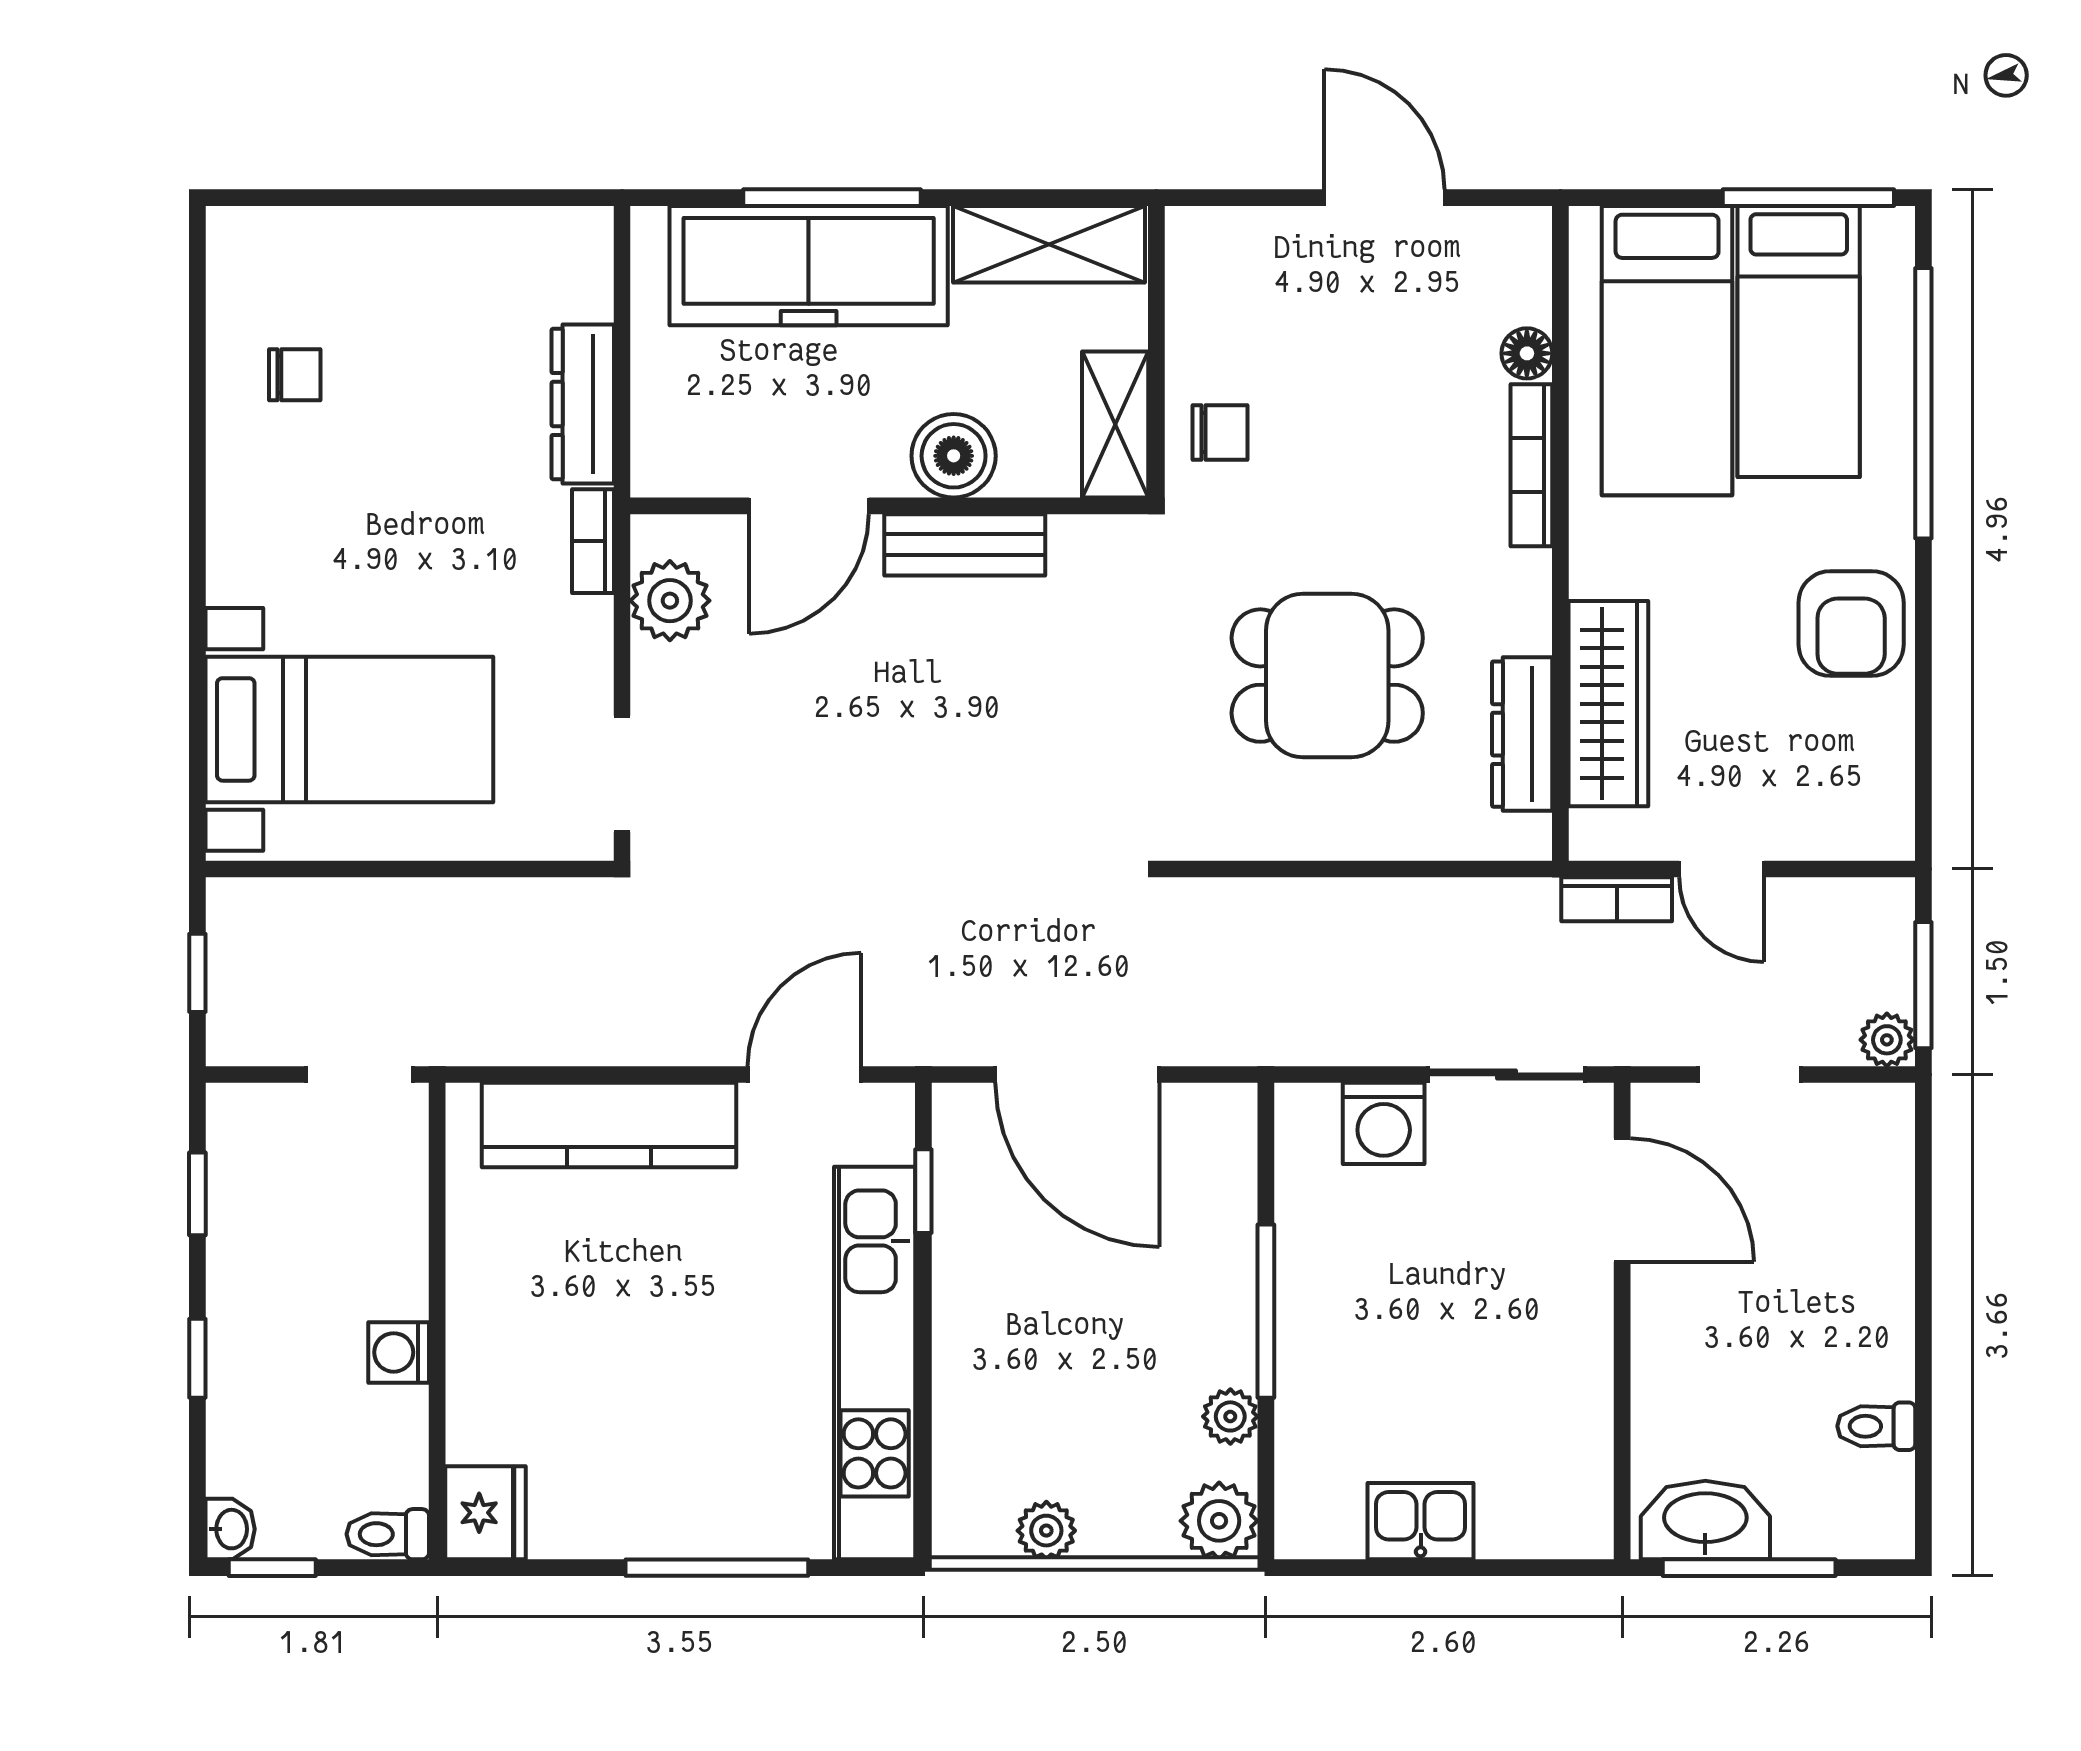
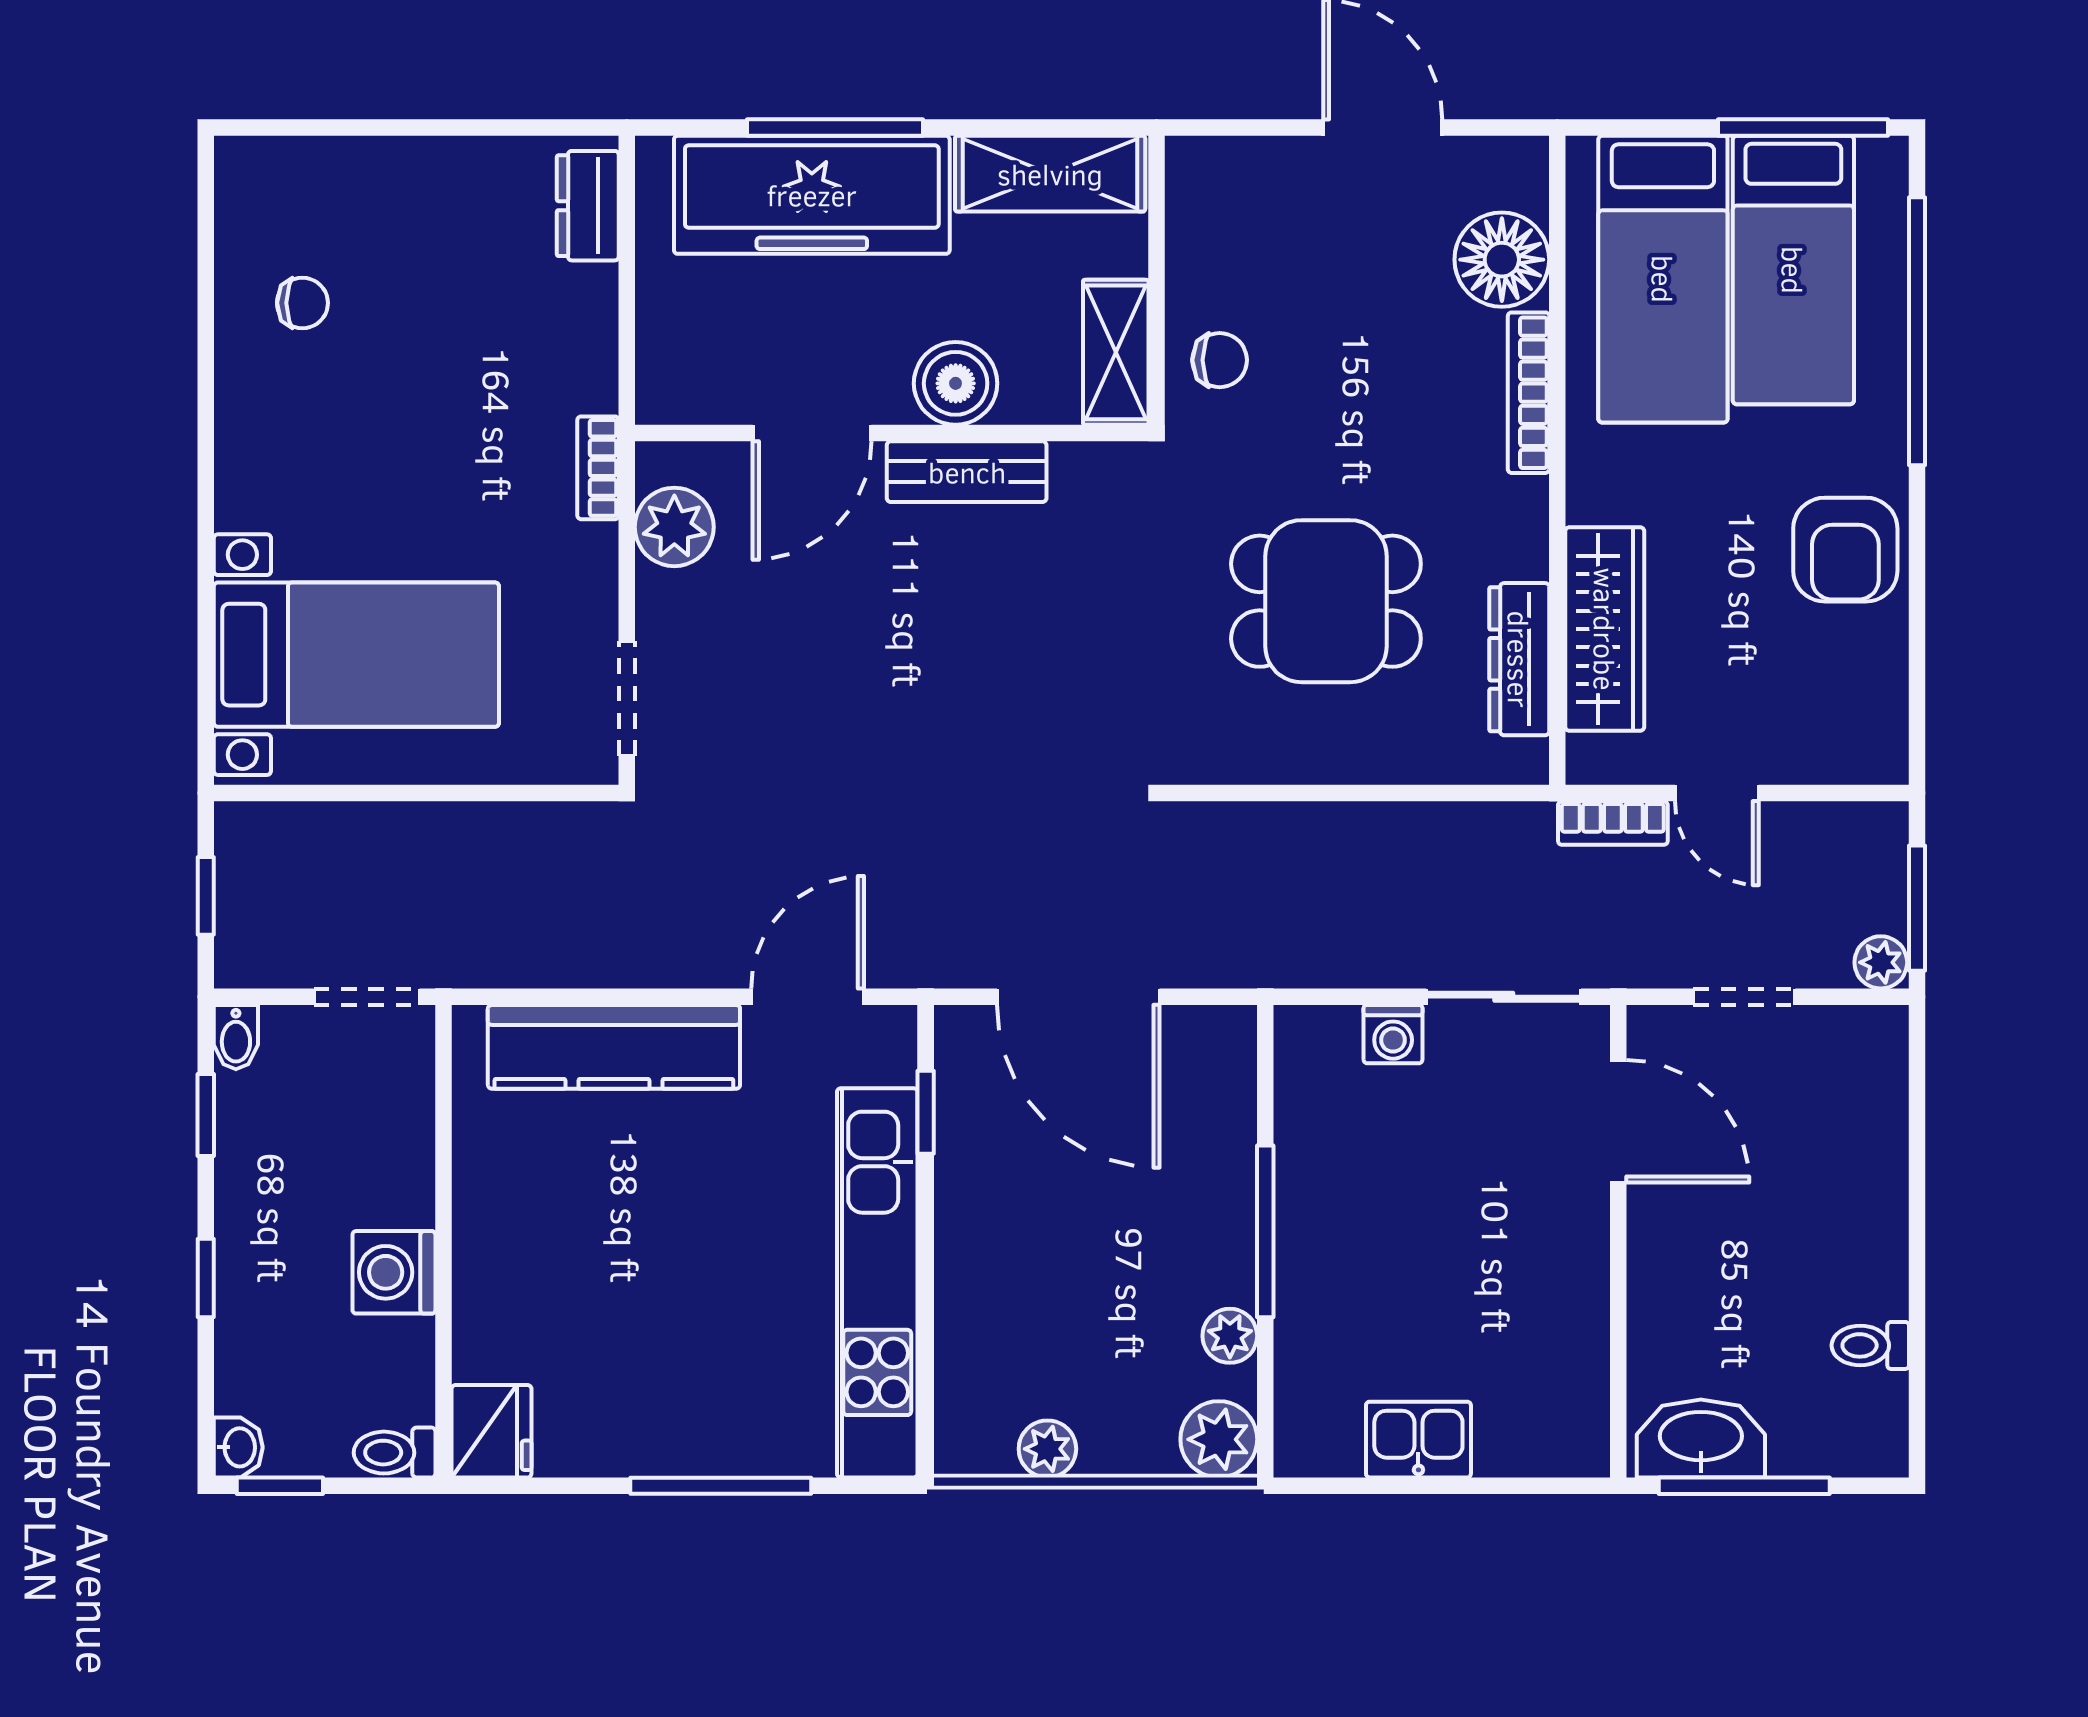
floor lamp: (1527, 353) -> (1502, 260), width x1.89, depth x1.89
dresser: (583, 404) -> (588, 206), moved, width x0.70
bidet: (228, 1115) -> (236, 1037), added
washing machine: (1384, 1123) -> (1393, 1034), width x0.73, depth x0.73
washing machine: (399, 1352) -> (394, 1272), width x1.38, depth x1.38

